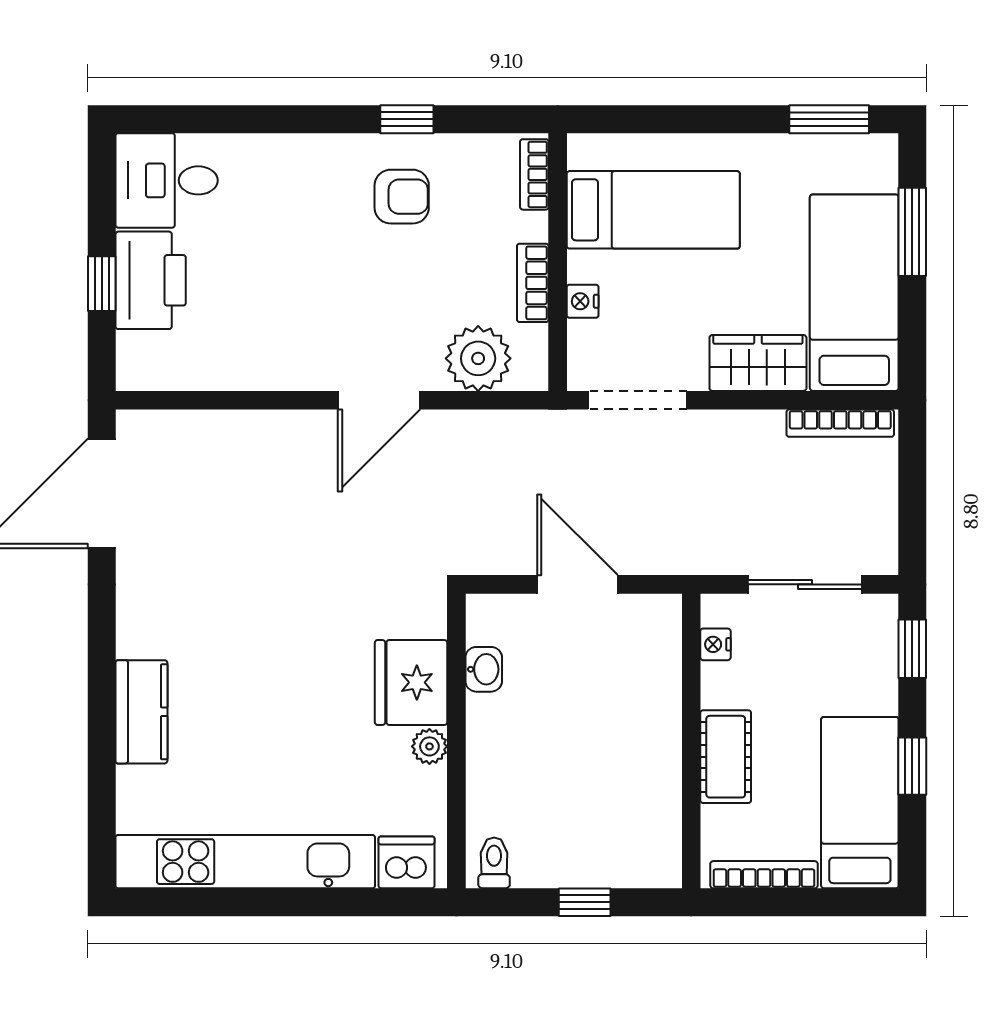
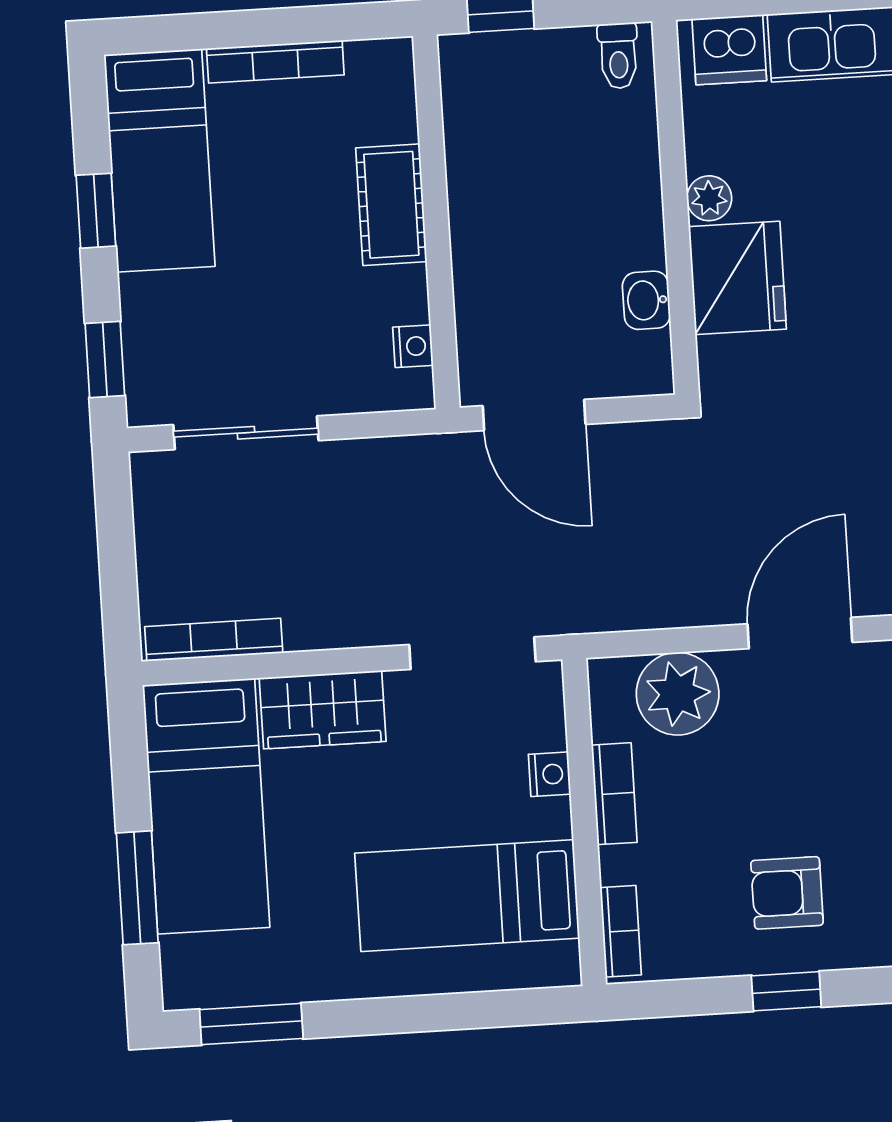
nightstand: (715, 644) -> (413, 346), moved
wall: (691, 741) -> (436, 222), moved
cot: (726, 757) -> (391, 205), moved

